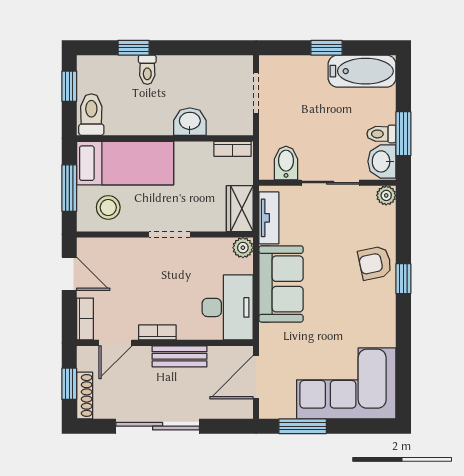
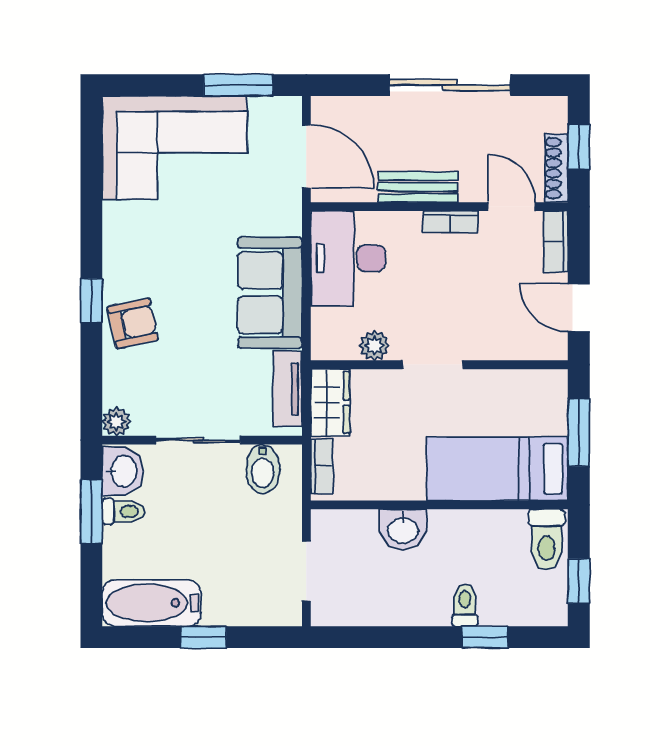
bookcase: (233, 149) -> (322, 466), moved, turned 90
stool: (108, 207) -> (522, 404), removed
plant: (243, 248) -> (374, 346), moved
door: (115, 343) -> (512, 207), hinge flipped
door: (256, 377) -> (306, 157), hinge flipped
shoe rack: (85, 395) -> (556, 168), moved

